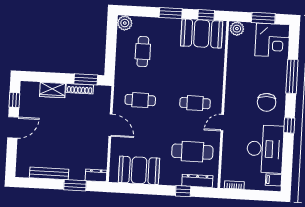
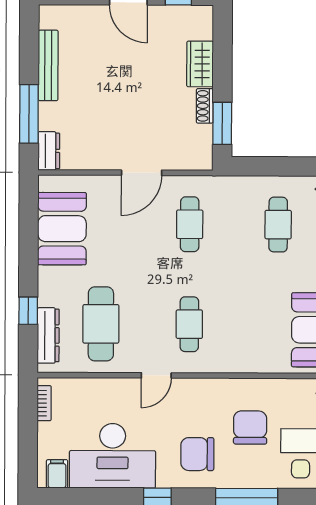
cafe table: (143, 52) -> (278, 225), turned 90
chair: (253, 73) -> (250, 427), added
shoe rack: (80, 89) -> (205, 106), width x0.70
door: (222, 123) -> (156, 375), swing flipped
window: (75, 185) -> (29, 114), width x1.44

